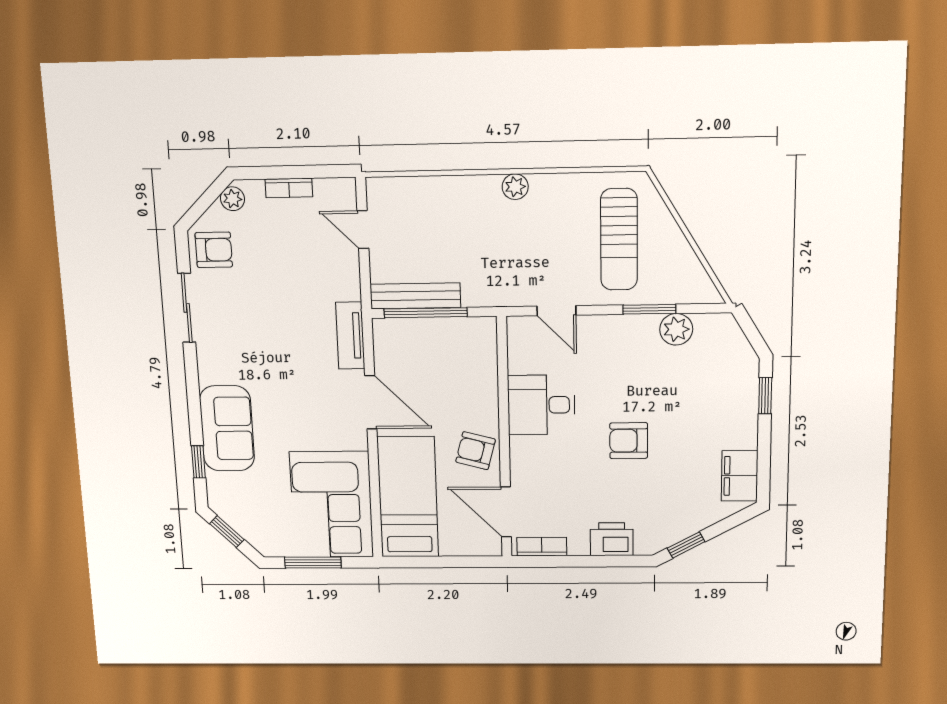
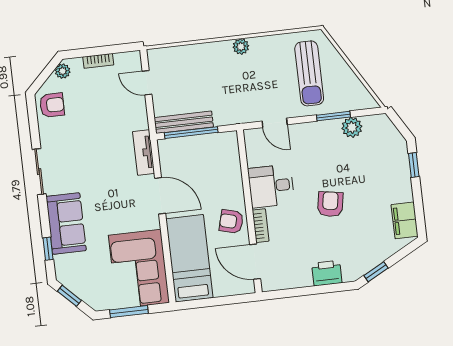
sliding door: (187, 308) -> (39, 172), moved
armchair: (629, 441) -> (330, 204), turned 100
bookcase: (542, 547) -> (261, 226), moved, turned 90

